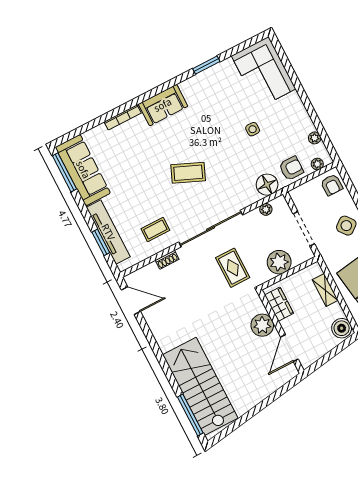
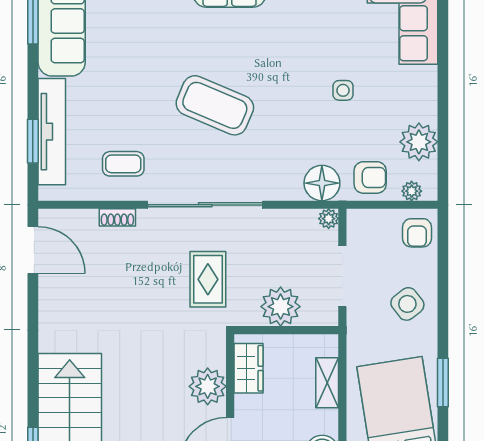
plant: (315, 138) -> (419, 142), width x1.88, depth x1.88
coffee table: (188, 173) -> (215, 105), width x1.36, depth x1.32
plant: (266, 209) -> (329, 219), moved

